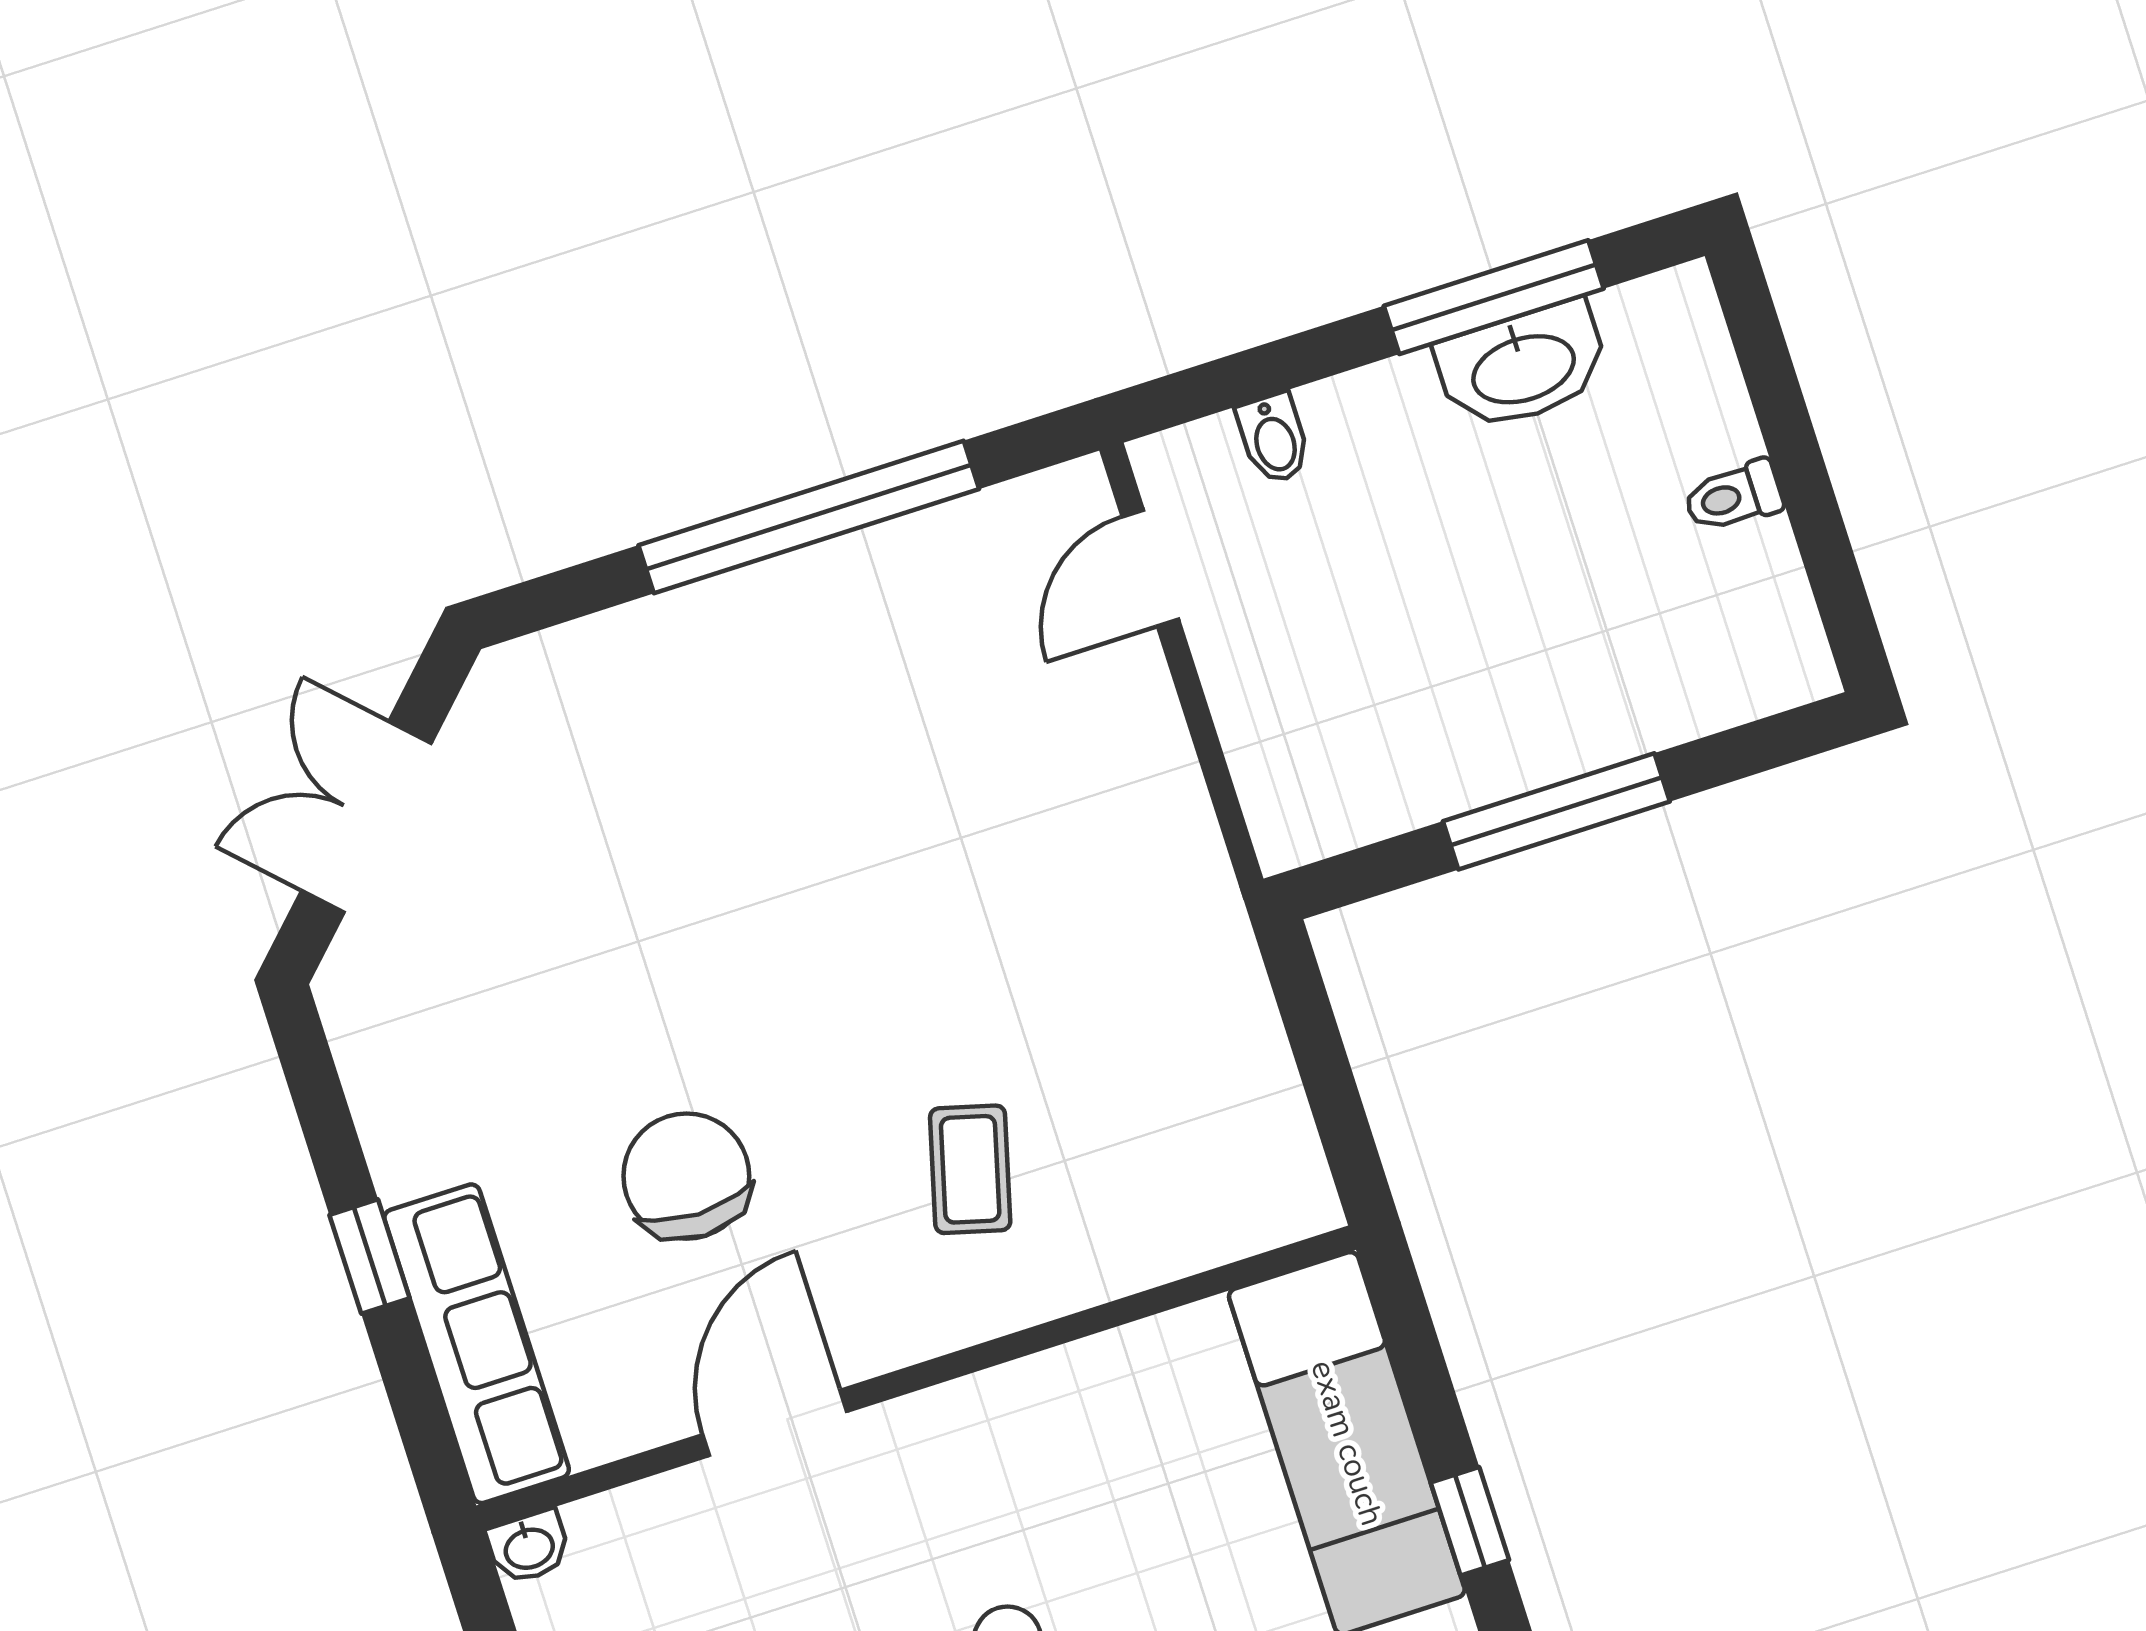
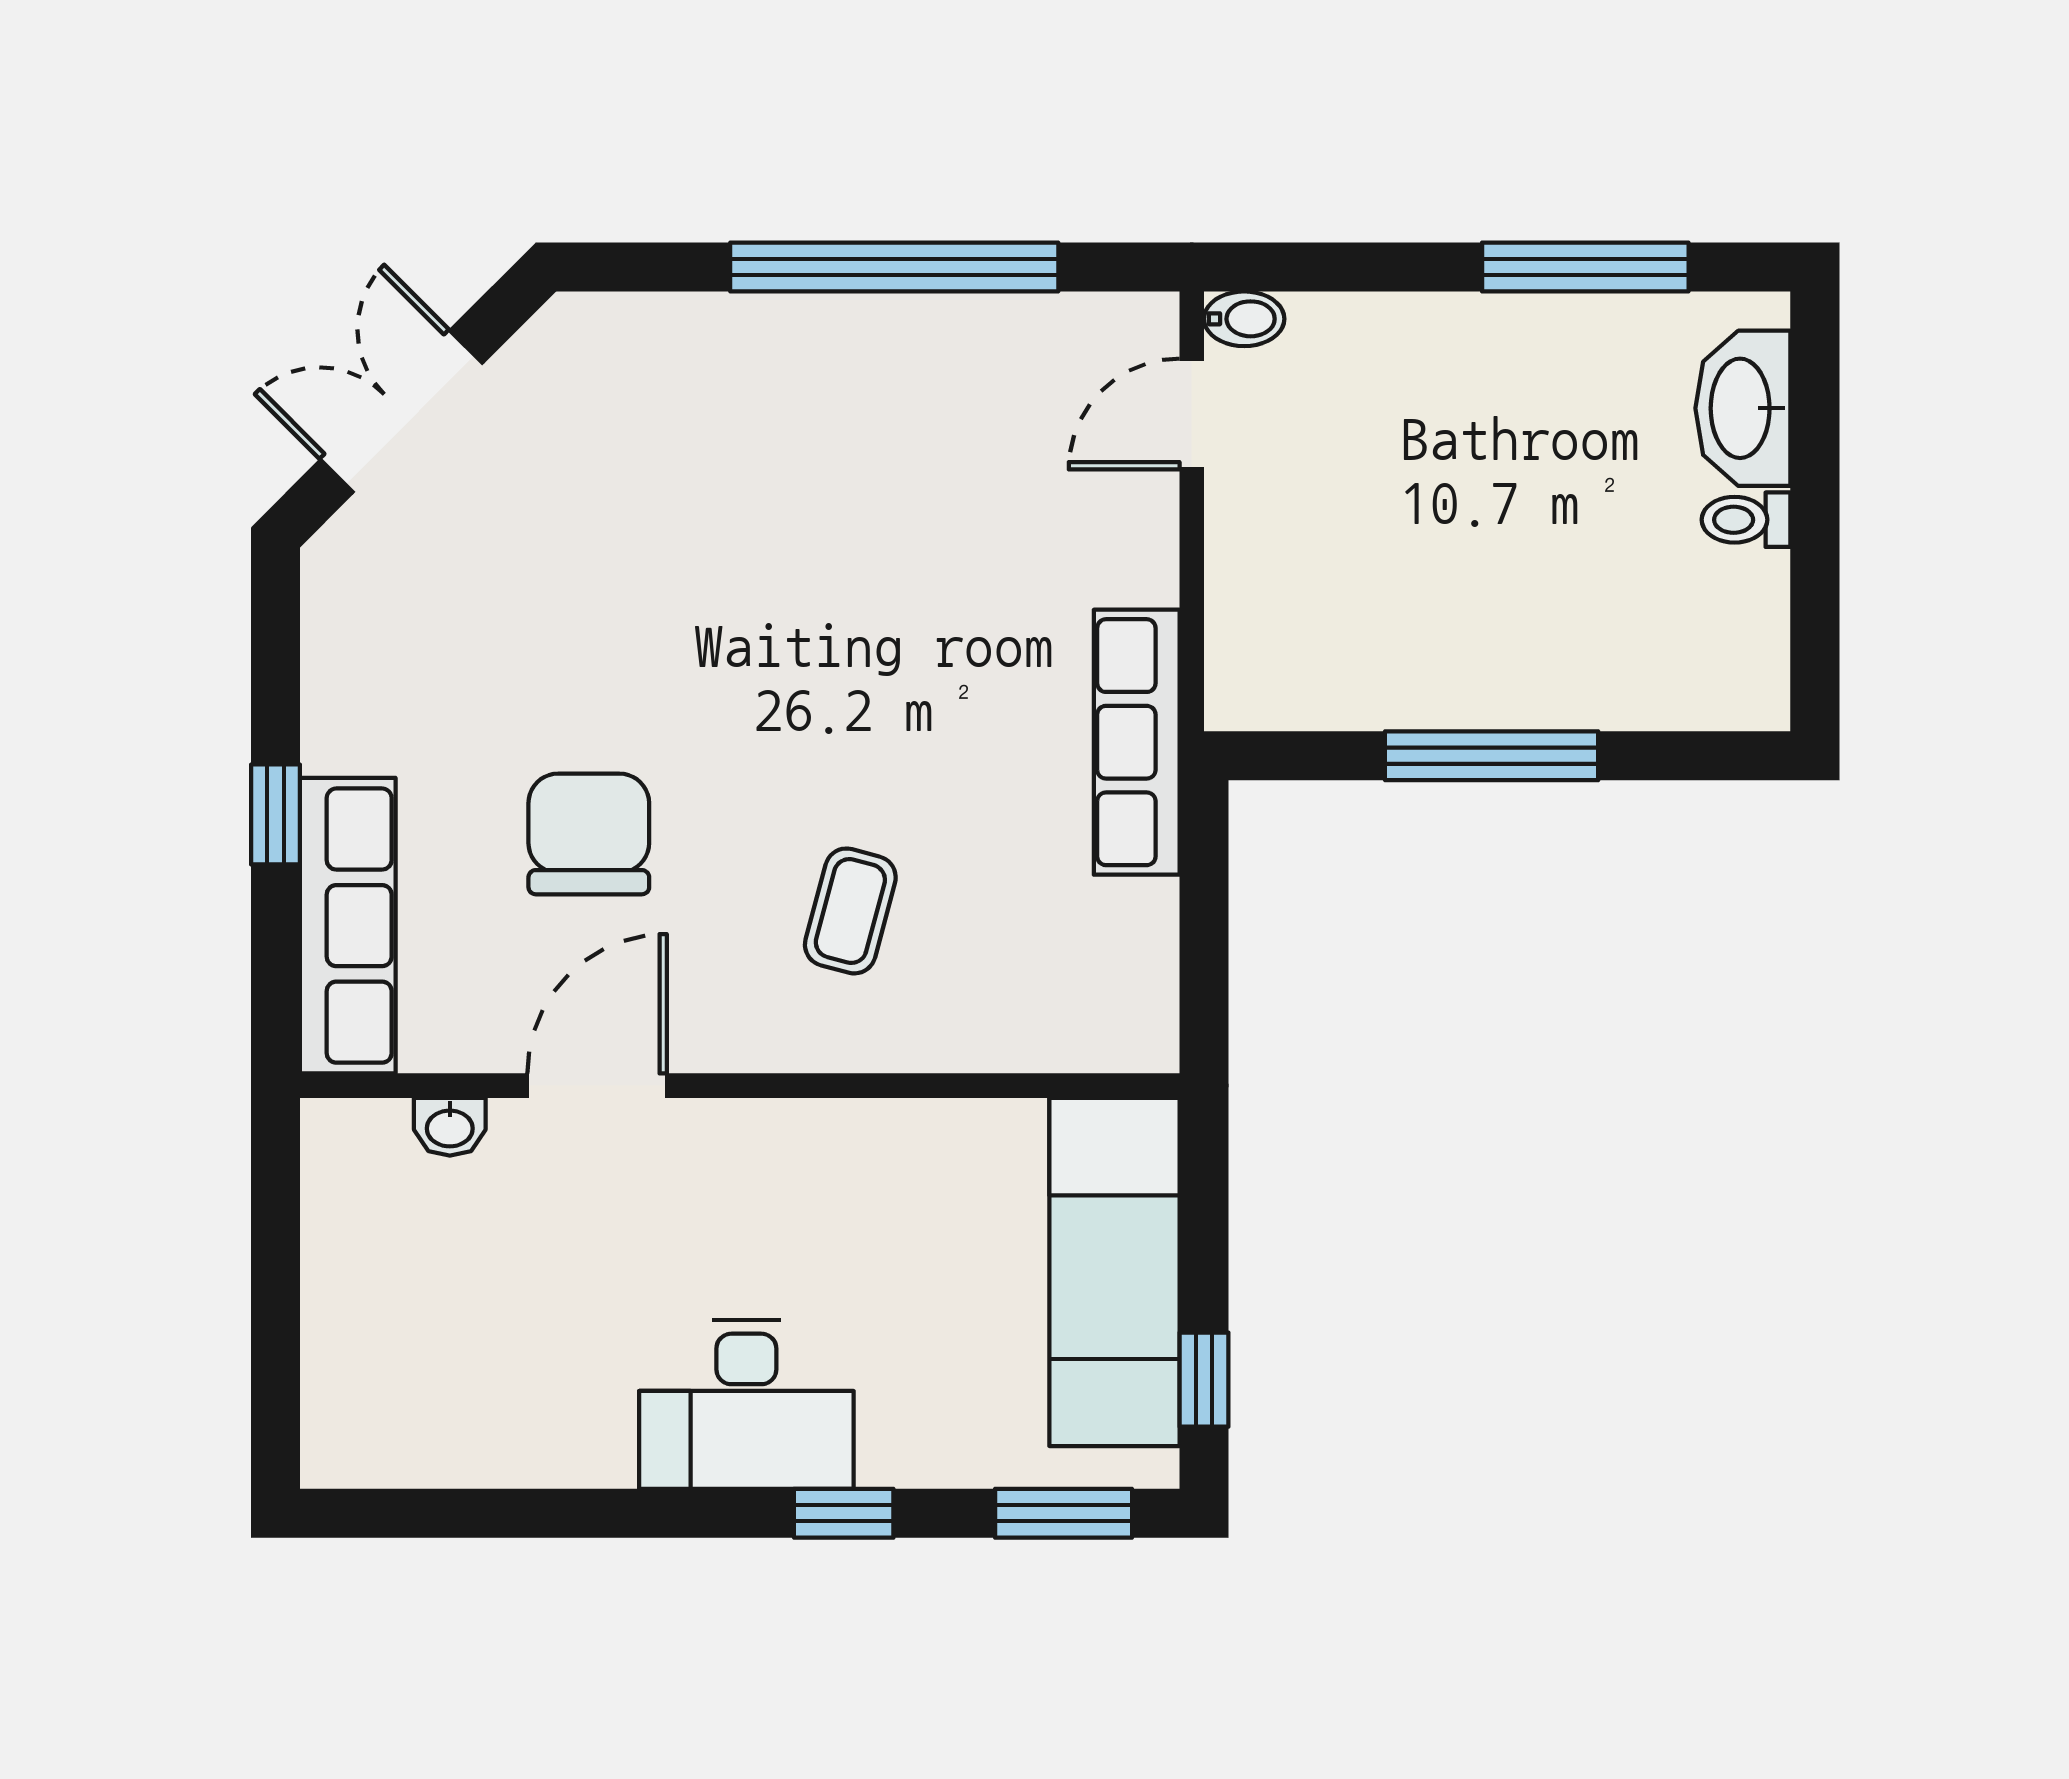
washbasin: (1523, 366) -> (1743, 408), moved, turned 90
bidet: (1274, 438) -> (1244, 319), moved, turned -90
row of seats: (1200, 911) -> (1137, 742), added
washbasin: (529, 1547) -> (450, 1127), moved

